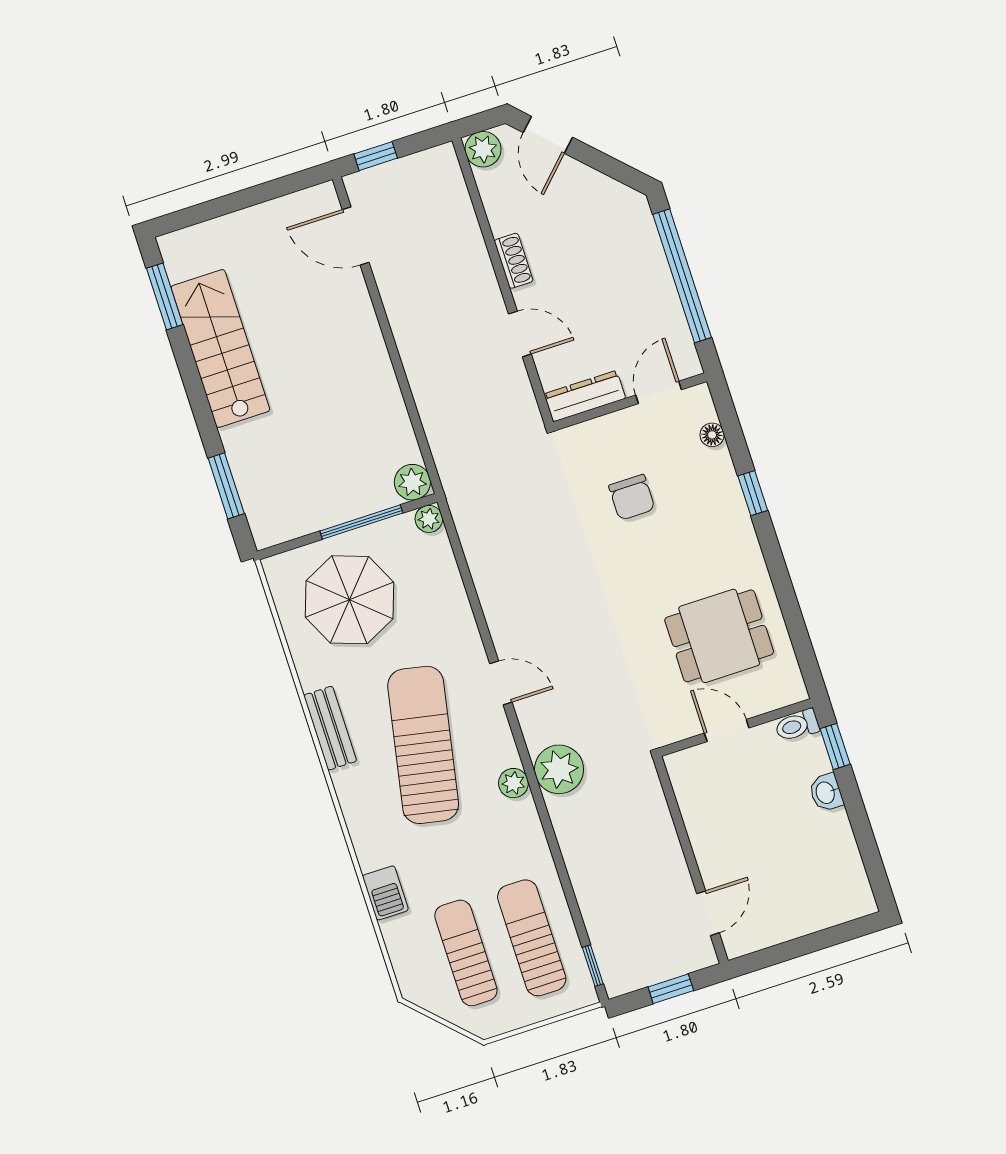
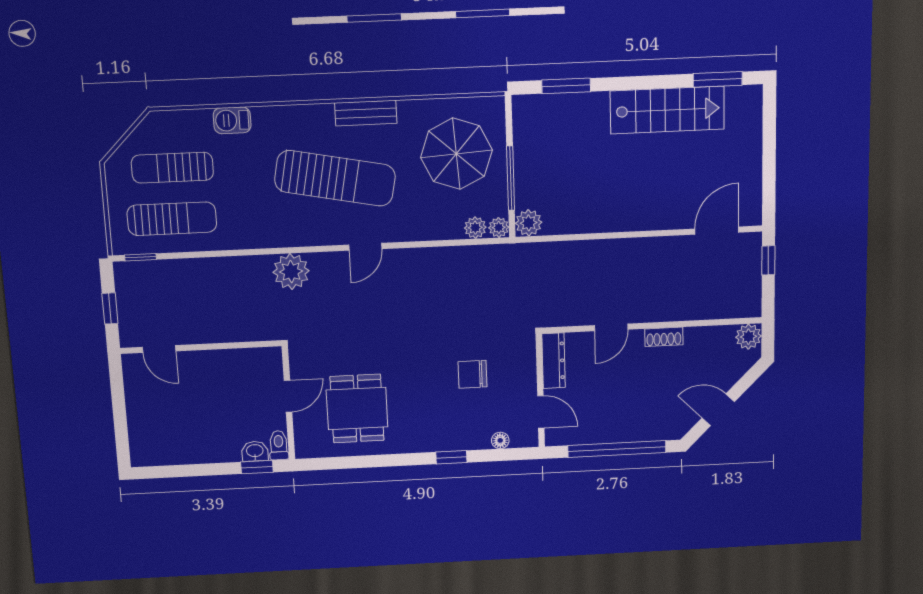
door: (548, 135) -> (718, 410), moved
plant: (513, 783) -> (475, 228), moved
washbasin: (826, 792) -> (255, 451), moved
sun lounger: (466, 953) -> (172, 168), turned 180

